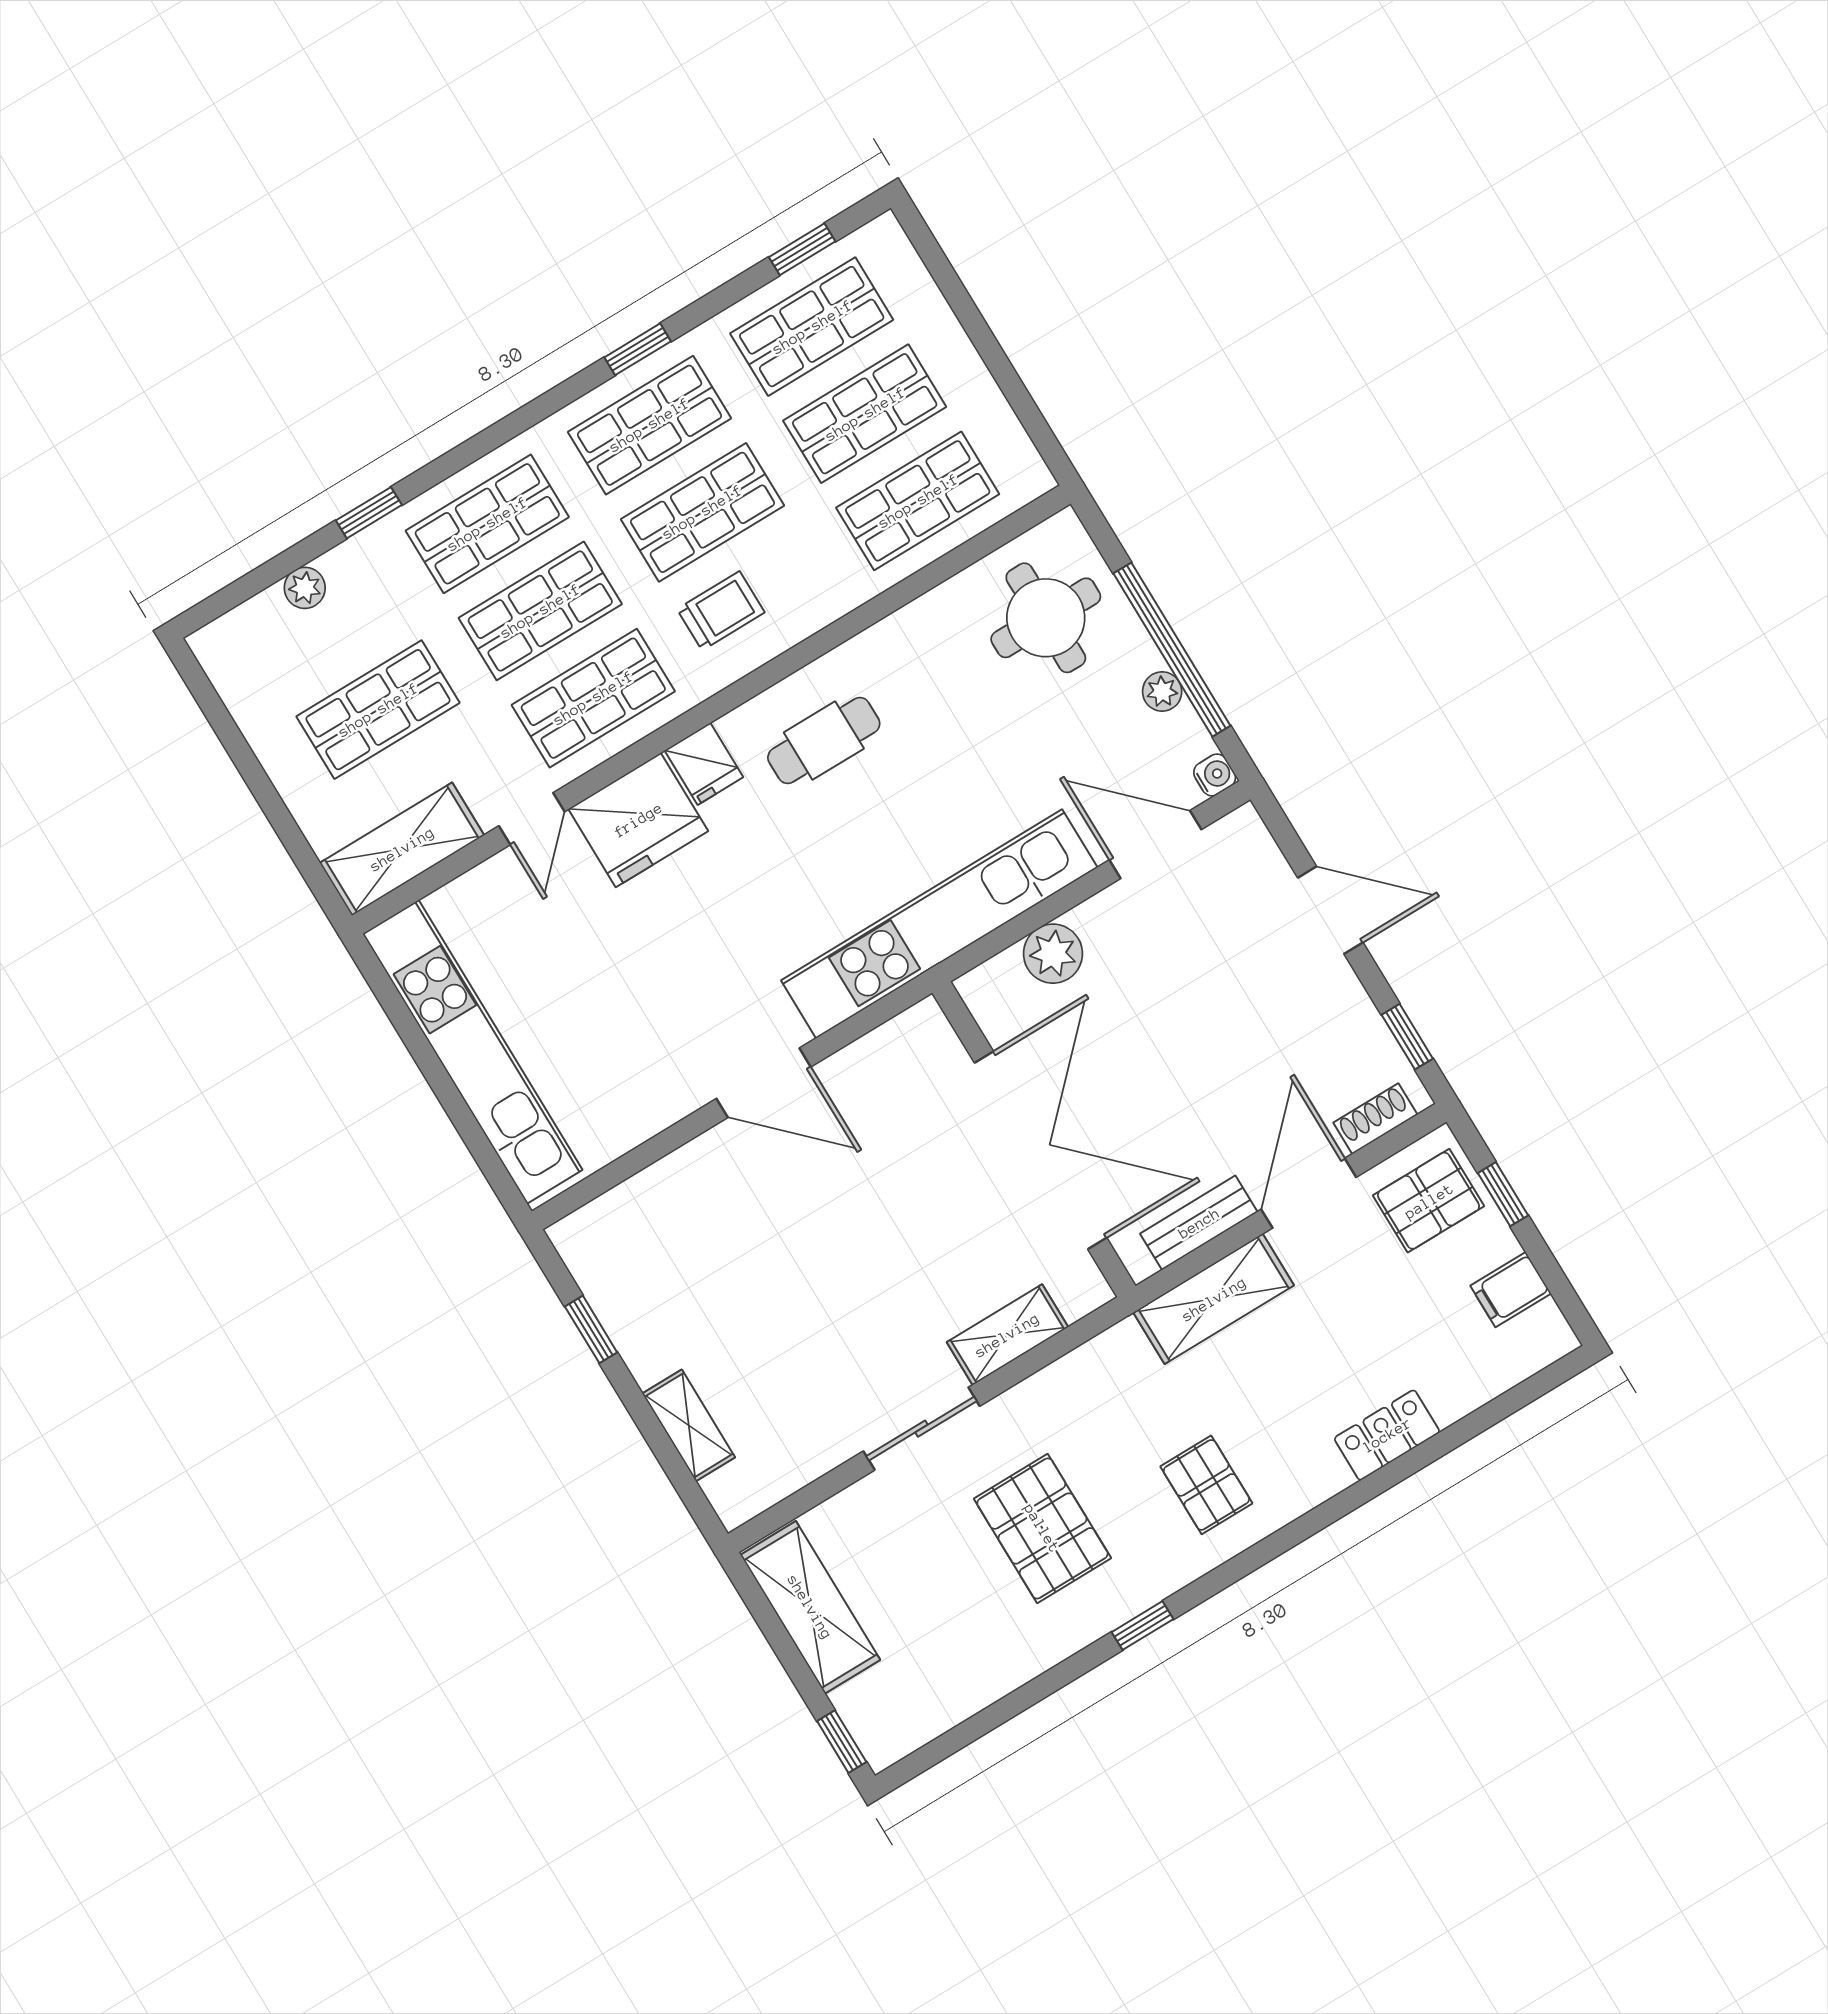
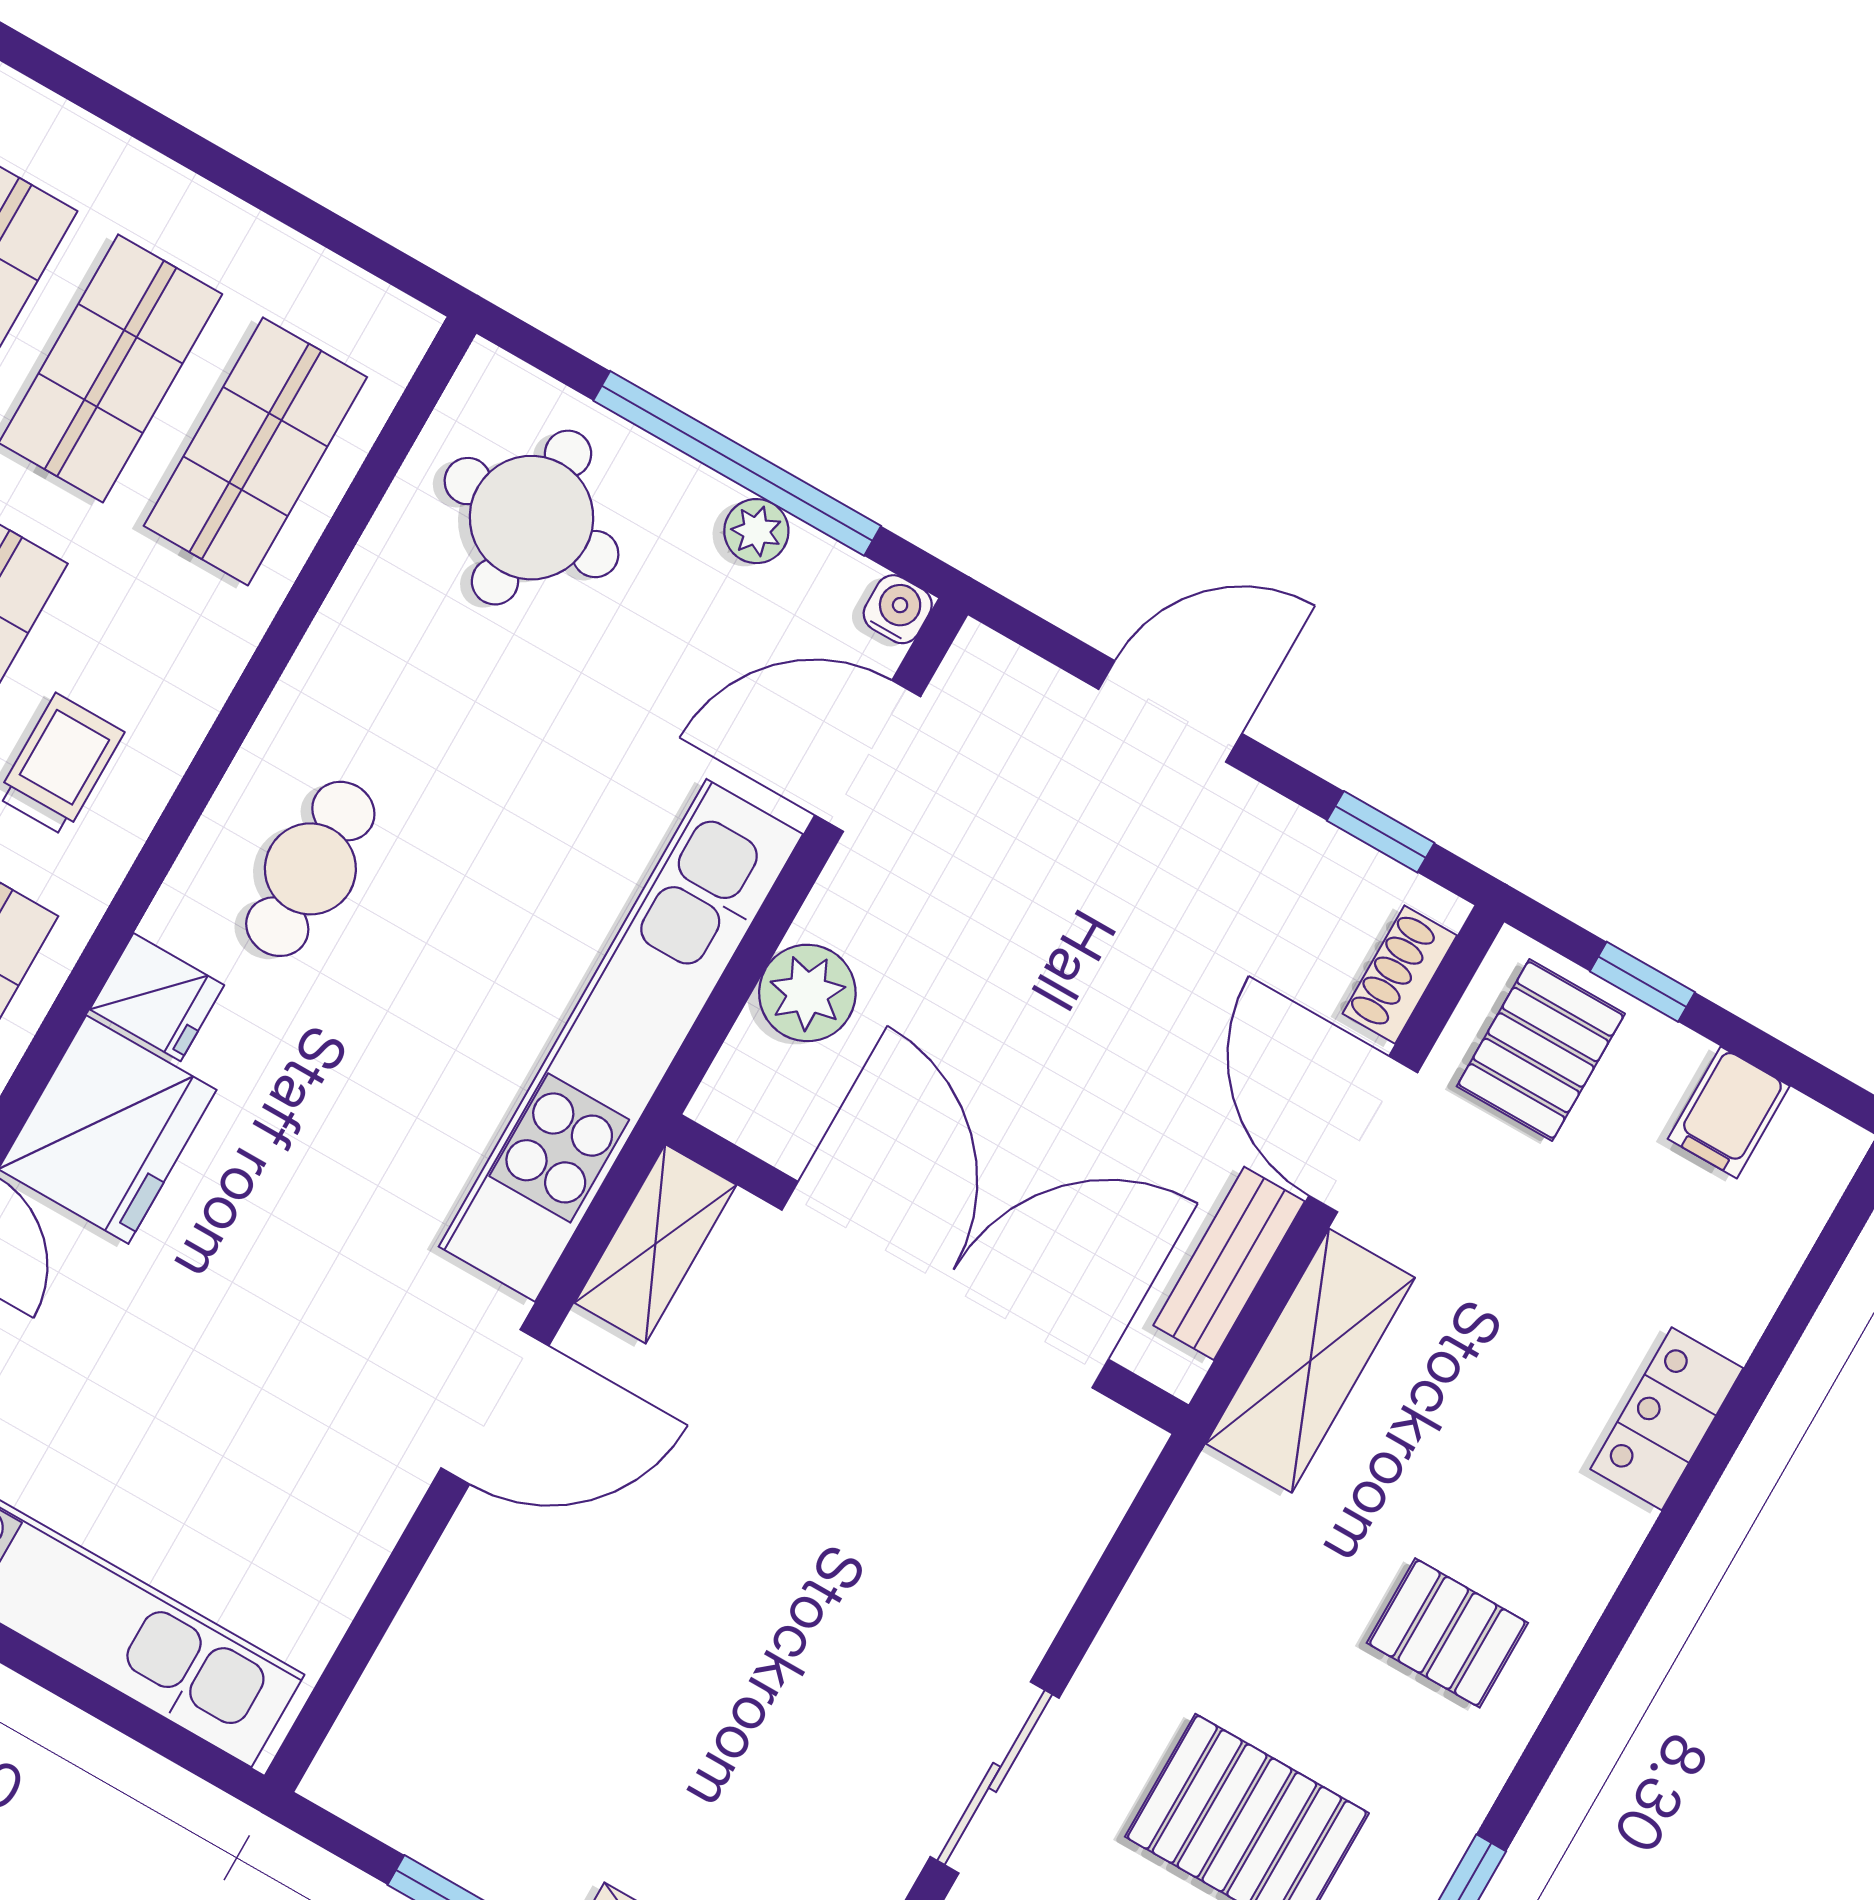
shelving: (1007, 1335) -> (655, 1244), moved

